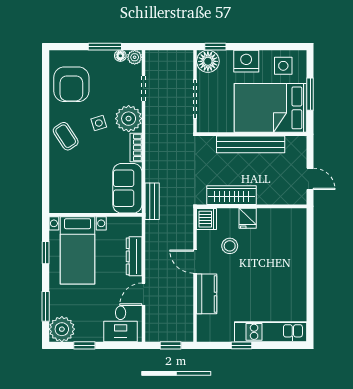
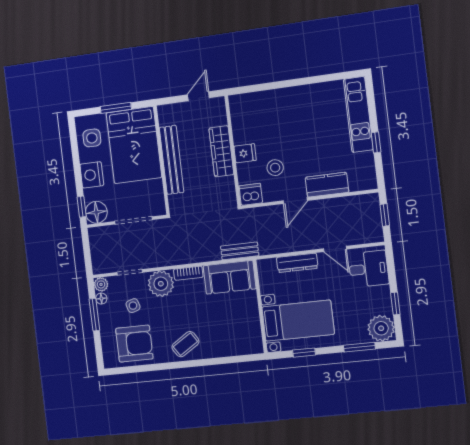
side table: (99, 123) -> (133, 306), moved
wardrobe: (232, 195) -> (221, 151), moved

